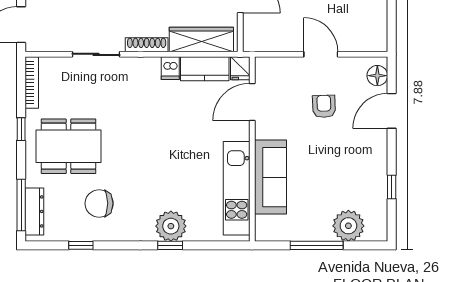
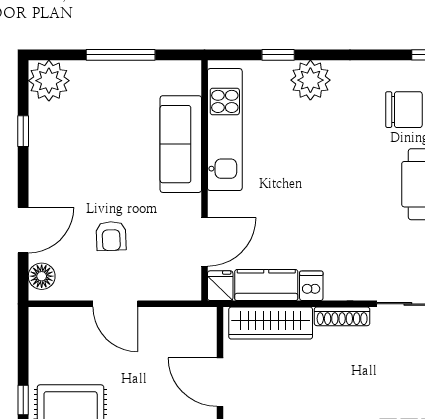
plant: (348, 226) -> (49, 81), moved
window: (170, 245) -> (278, 55), moved

